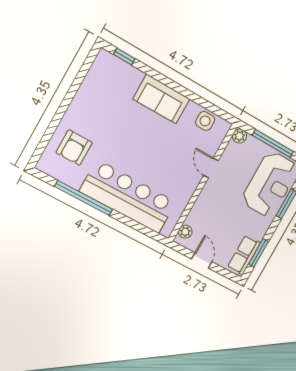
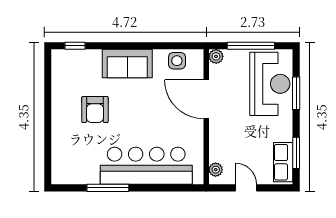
armchair: (74, 148) -> (95, 110), moved
door: (211, 168) -> (206, 99), width x1.87
window: (84, 198) -> (108, 188), width x0.68

